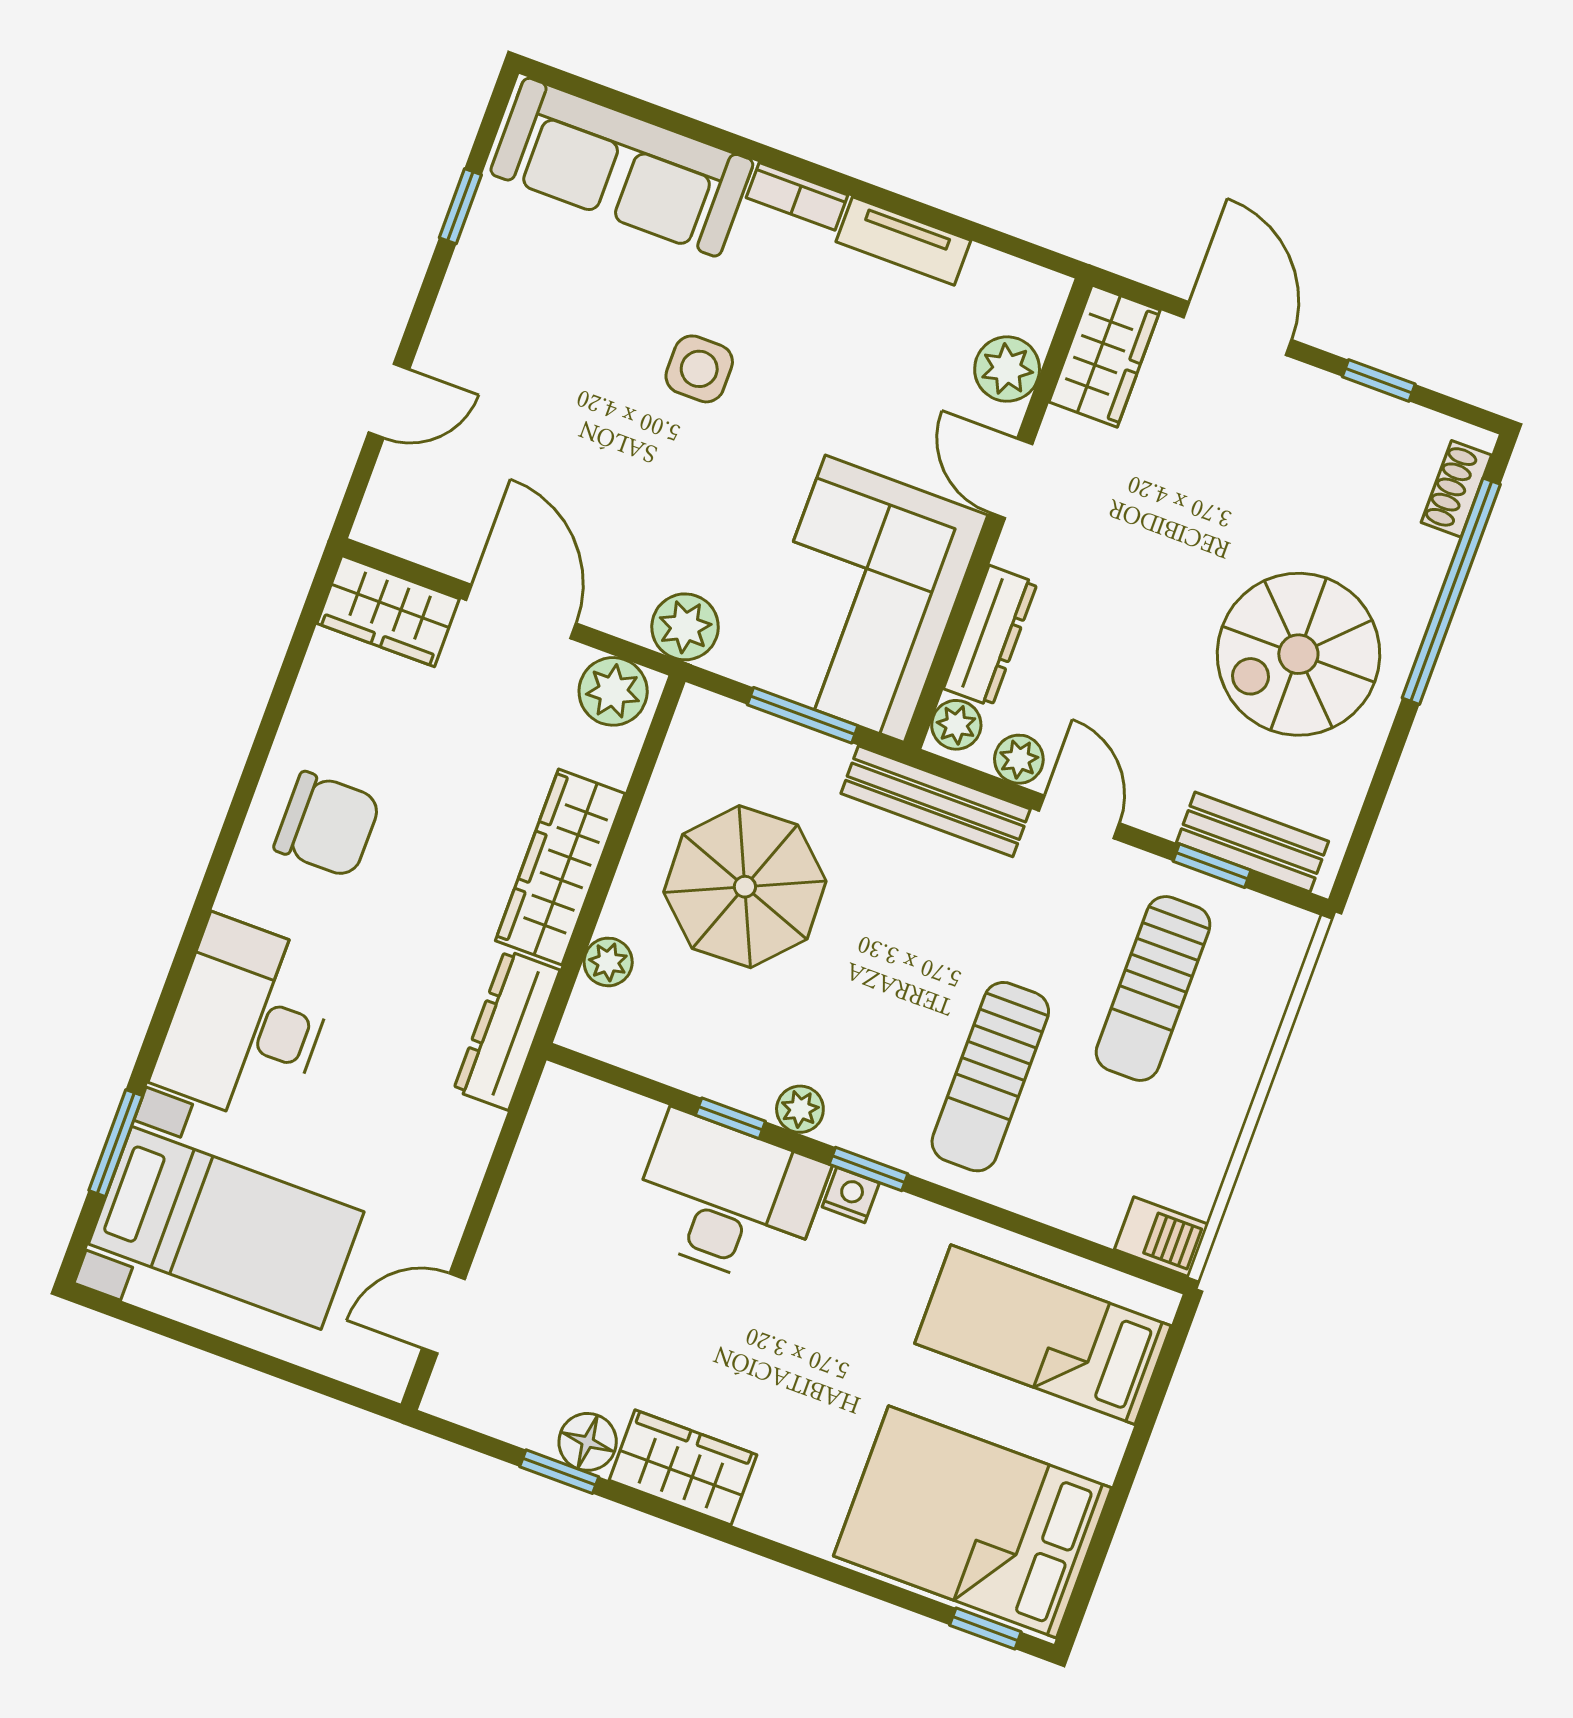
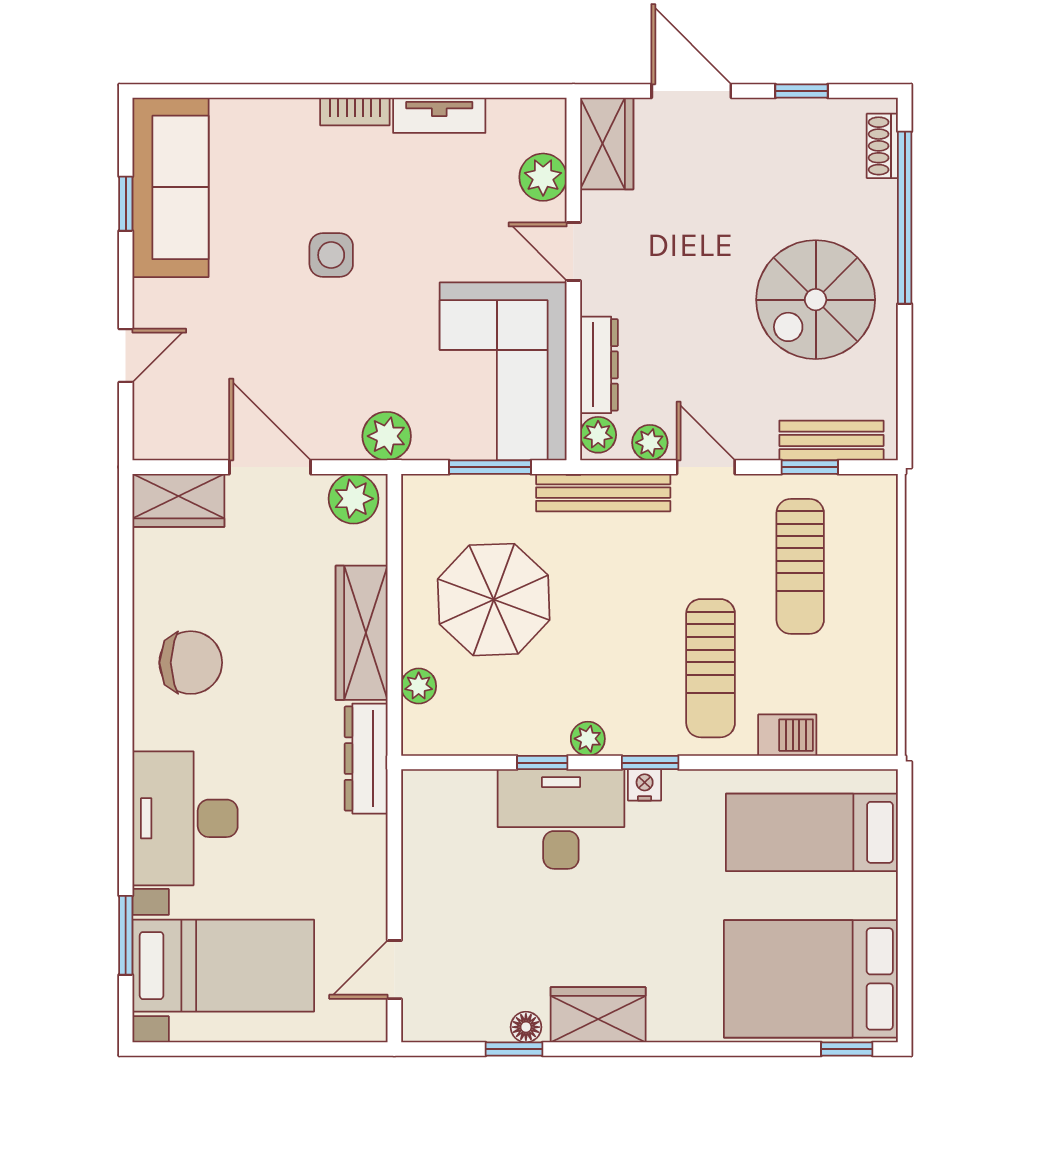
sofa: (622, 167) -> (171, 187), moved, turned -90
barbecue: (1161, 1237) -> (787, 735), moved
floor lamp: (588, 1442) -> (526, 1027), width x0.73, depth x0.73

